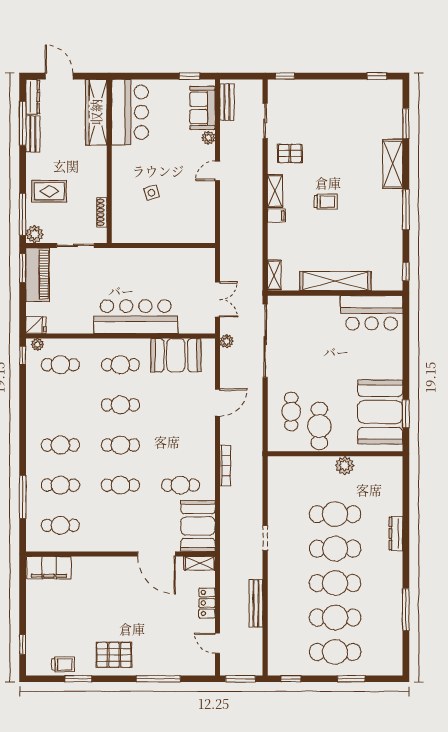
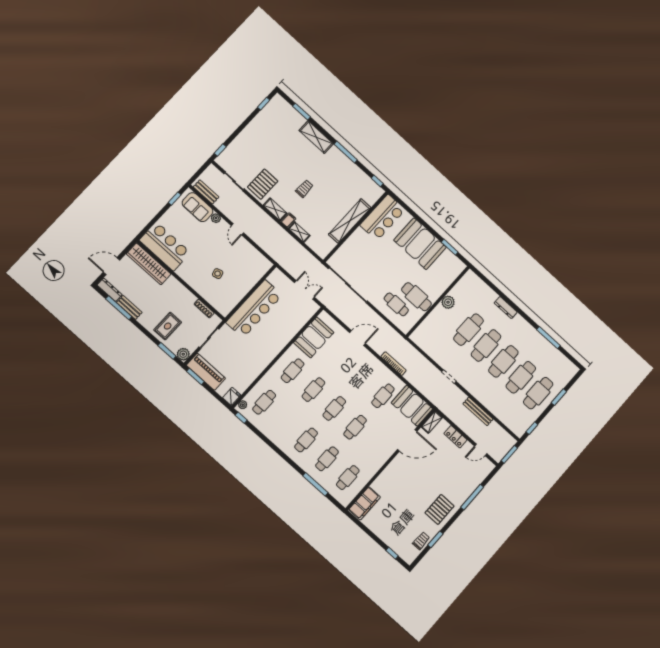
pallet: (290, 153) -> (263, 184), width x1.50, depth x1.42
window: (23, 214) -> (167, 351), width x0.69
shelving: (274, 275) -> (299, 232), moved
bar counter: (136, 317) -> (254, 309), moved, turned 180
plant: (227, 341) -> (330, 305), removed
door: (217, 402) -> (357, 338), hinge flipped
booth: (380, 412) -> (420, 244), moved

